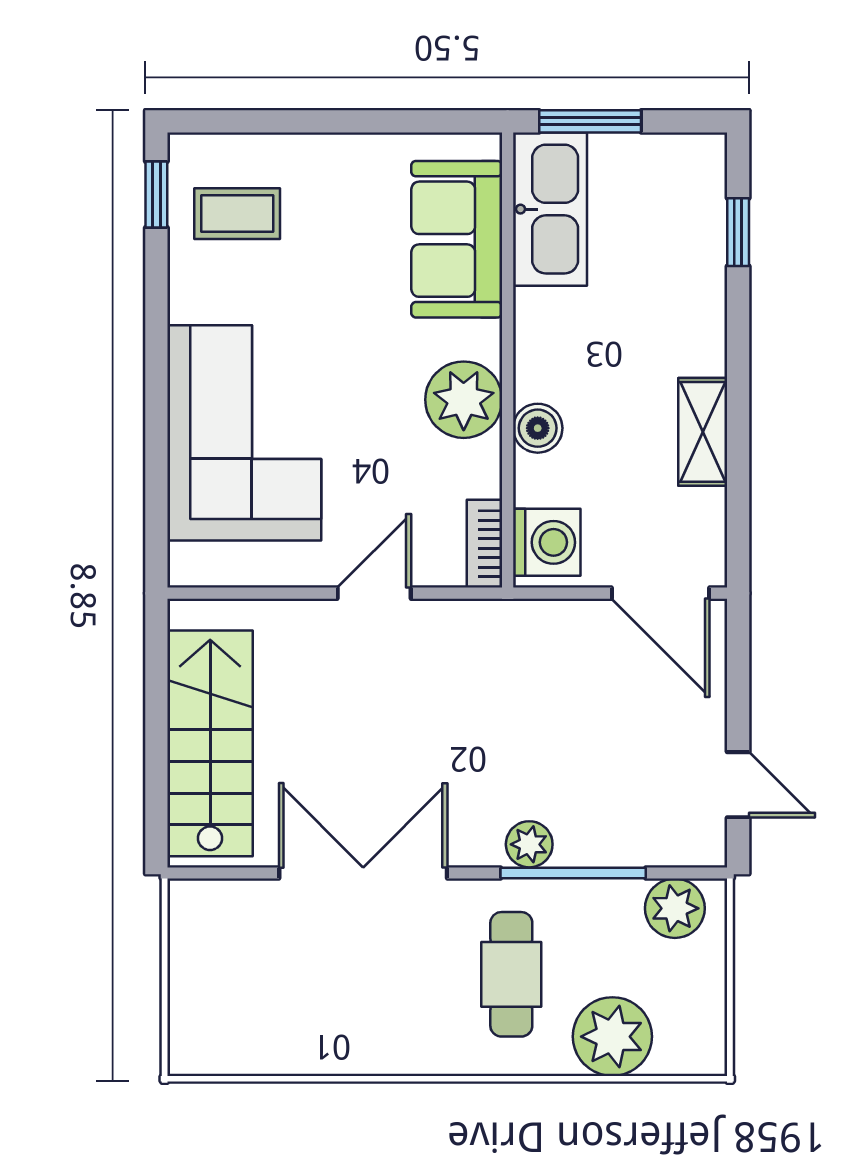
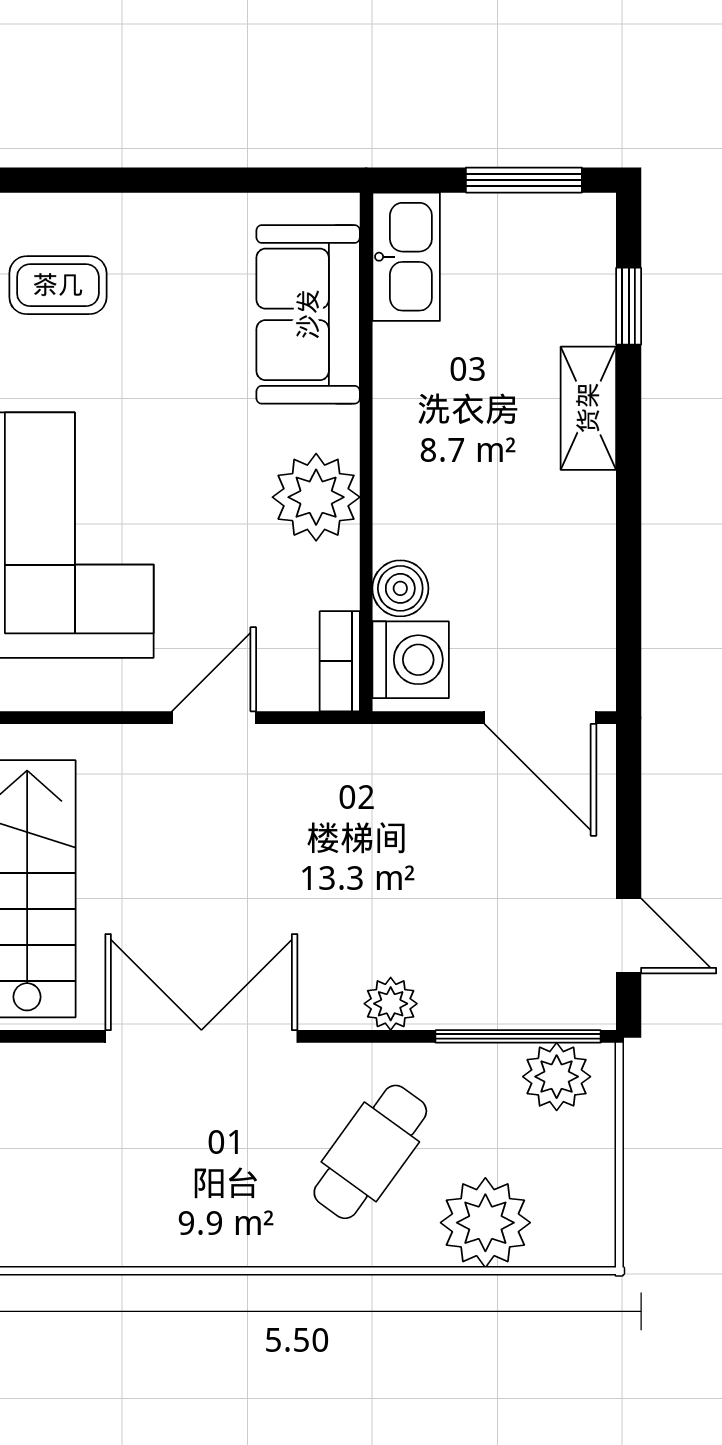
window: (590, 121) -> (524, 180), moved
kitchen sink: (550, 209) -> (406, 257), width x0.73, depth x0.81
boiler: (538, 428) -> (400, 588), moved
shelving: (703, 432) -> (588, 408), moved
window: (573, 873) -> (518, 1036), moved
cafe table: (511, 974) -> (370, 1152), turned 36

